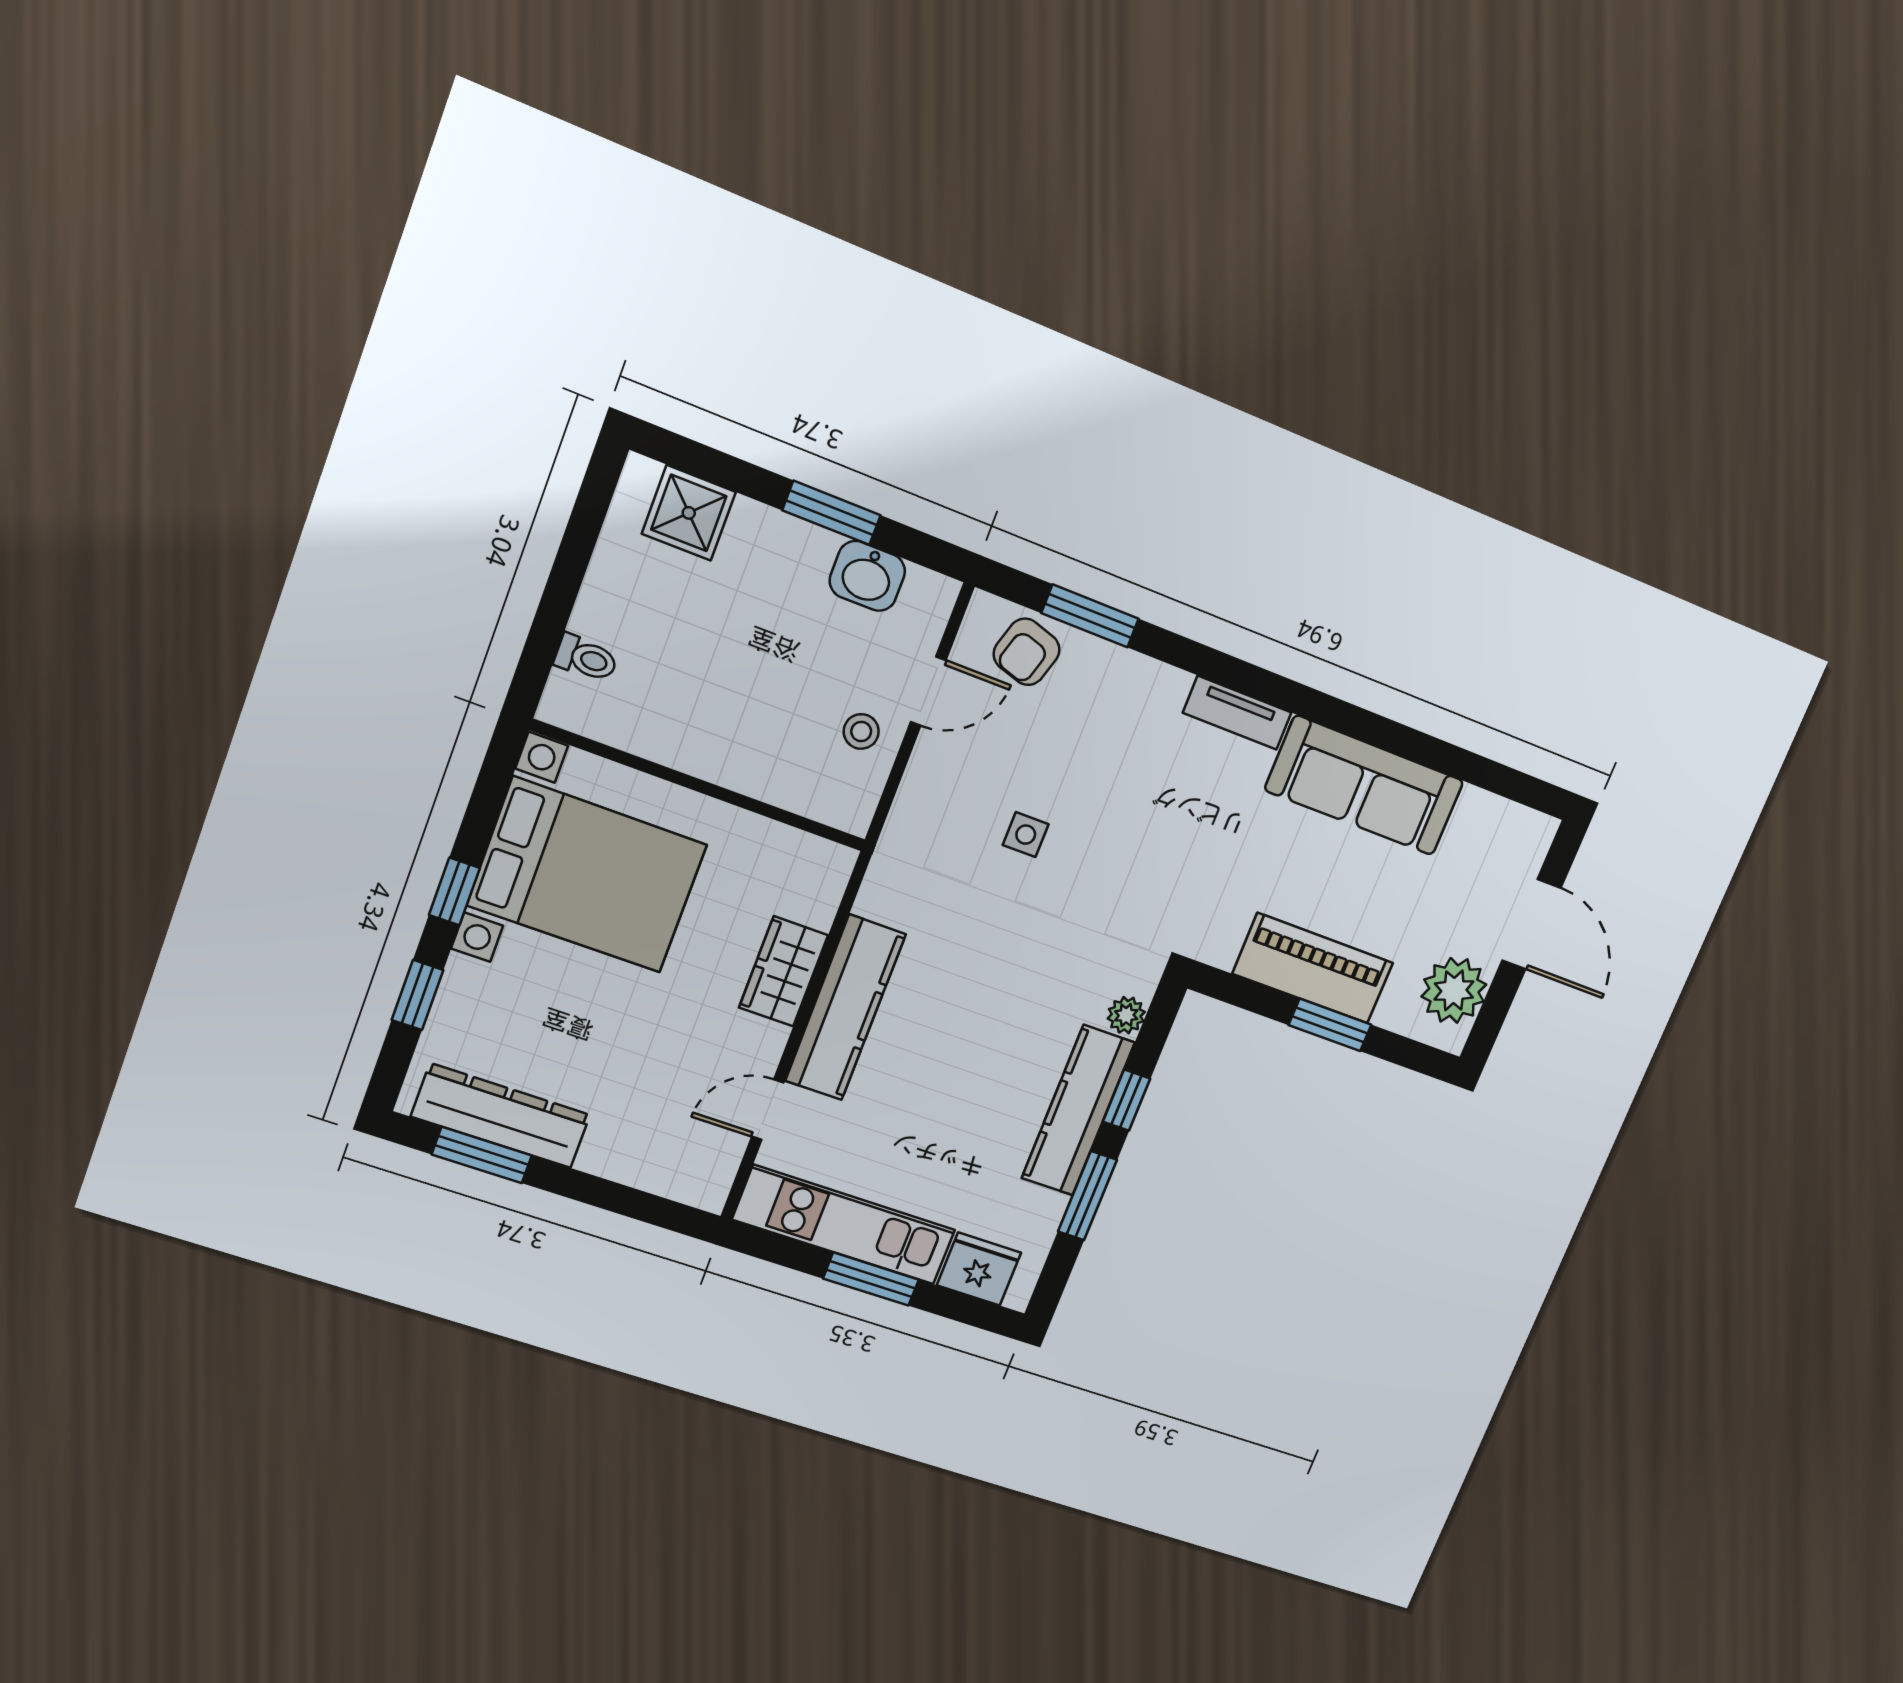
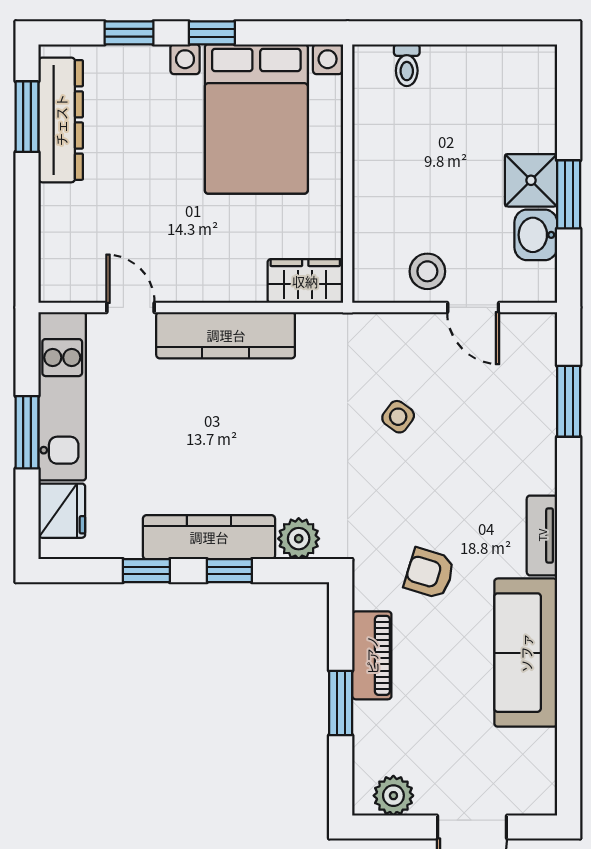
shower: (689, 513) -> (531, 180), moved
armchair: (1027, 652) -> (429, 573), moved
stool: (861, 731) -> (427, 271), width x1.37, depth x1.37
side table: (1026, 835) -> (398, 417), turned 36
piano: (1313, 968) -> (372, 655), width x0.73, depth x0.75
wardrobe: (784, 971) -> (305, 281), moved
plant: (1454, 990) -> (393, 796), width x0.73, depth x0.73
plant: (1126, 1015) -> (299, 539), width x1.38, depth x1.38
window: (1087, 1196) -> (146, 571), width x0.67

